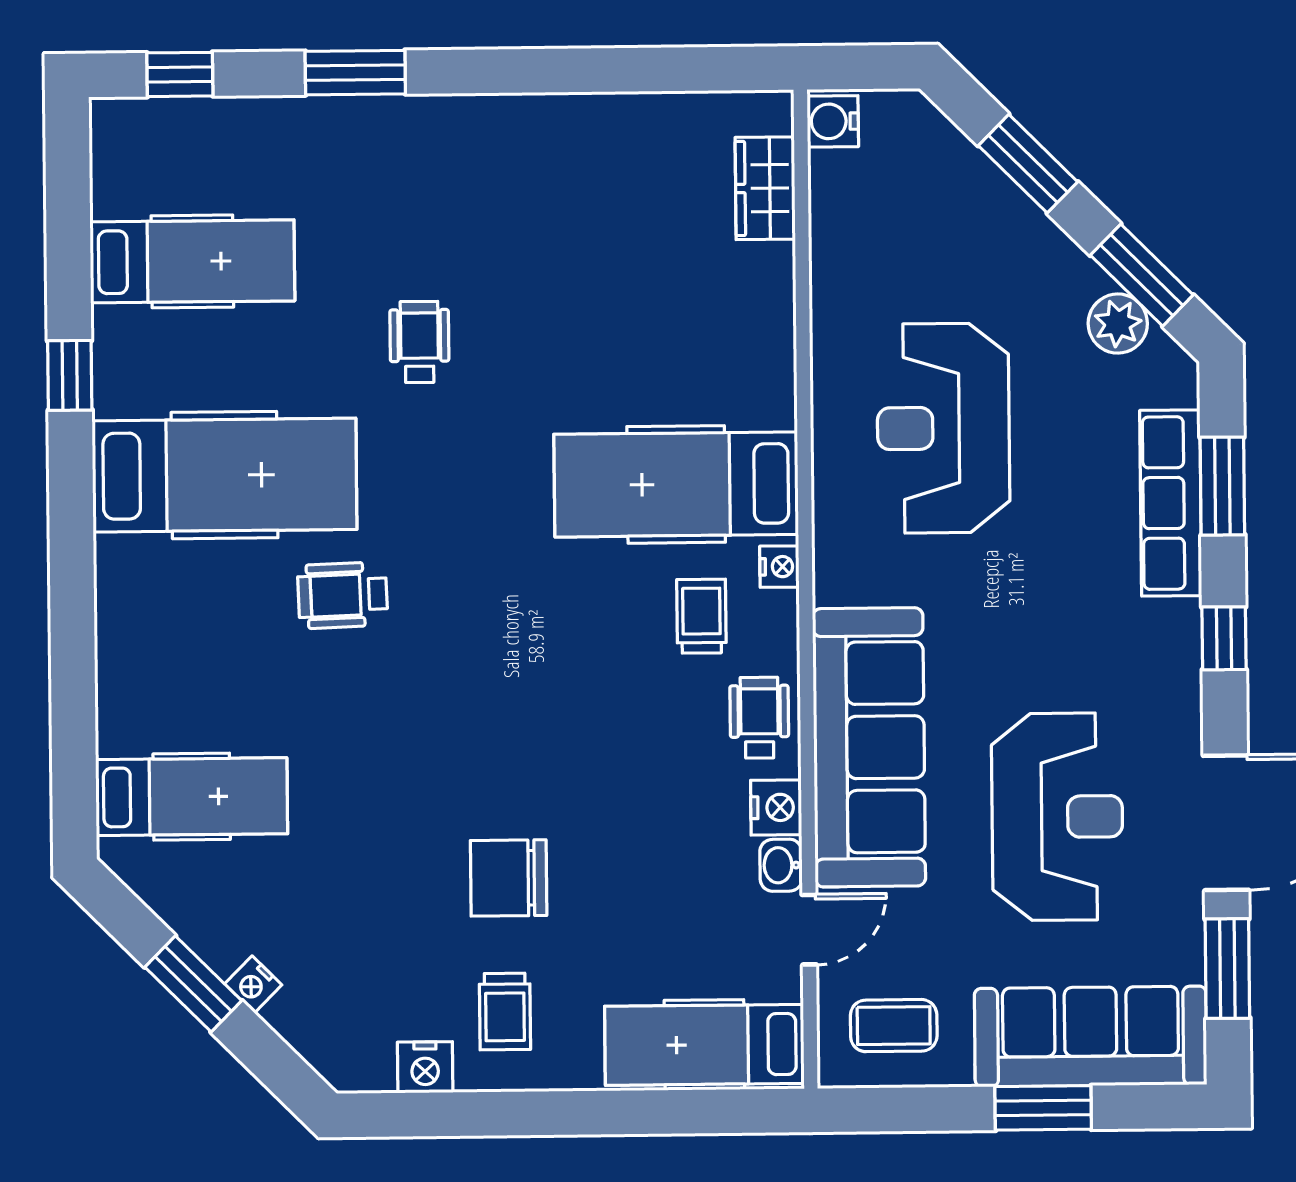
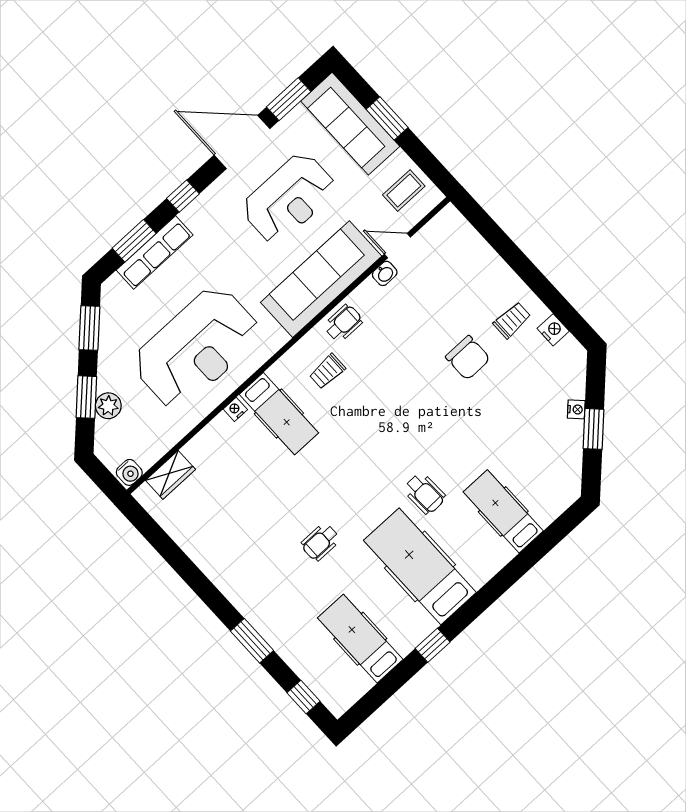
plant: (1118, 324) -> (108, 406), moved
reception desk: (943, 428) -> (196, 348), width x1.36, depth x1.30
hospital bed: (676, 484) -> (279, 414), width x0.73, depth x0.78
nightstand: (779, 567) -> (235, 409), moved
wheelchair: (759, 718) -> (343, 323), turned 180
hospital bed: (192, 797) -> (503, 511), moved
nightstand: (776, 807) -> (367, 292), removed
reception desk: (1057, 817) -> (289, 198), turned 180
coffee table: (894, 1026) -> (404, 191), turned 90
hospital bed: (704, 1045) -> (465, 246), removed

